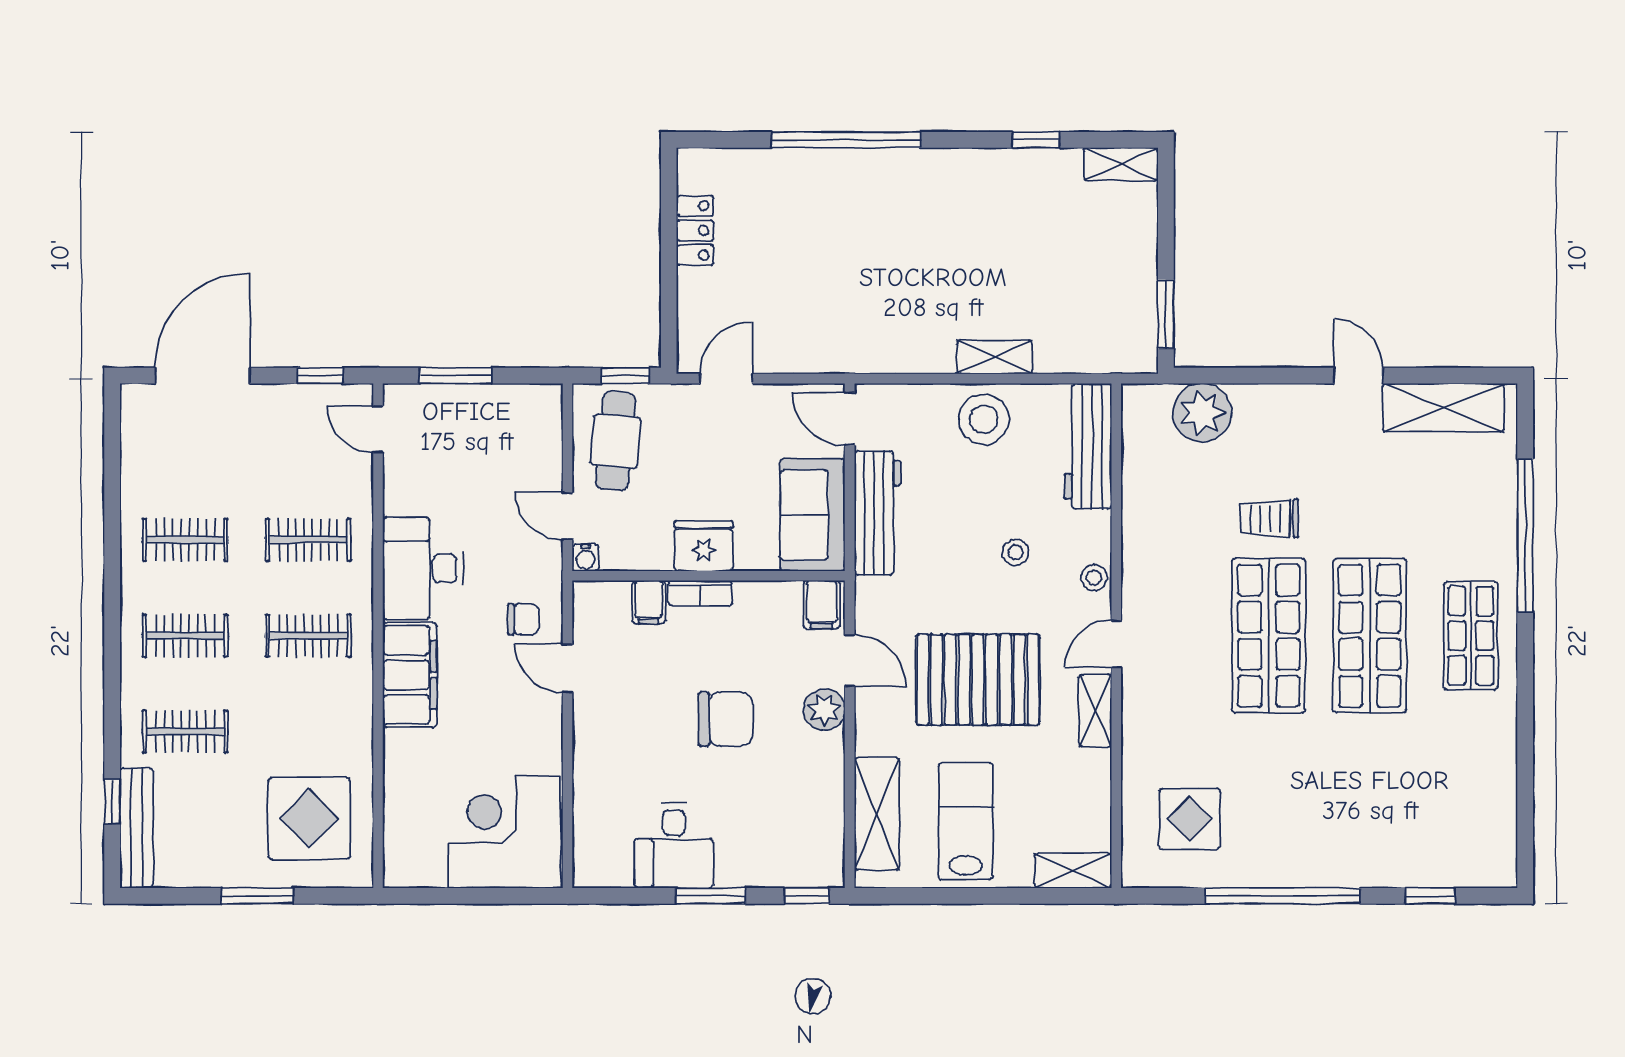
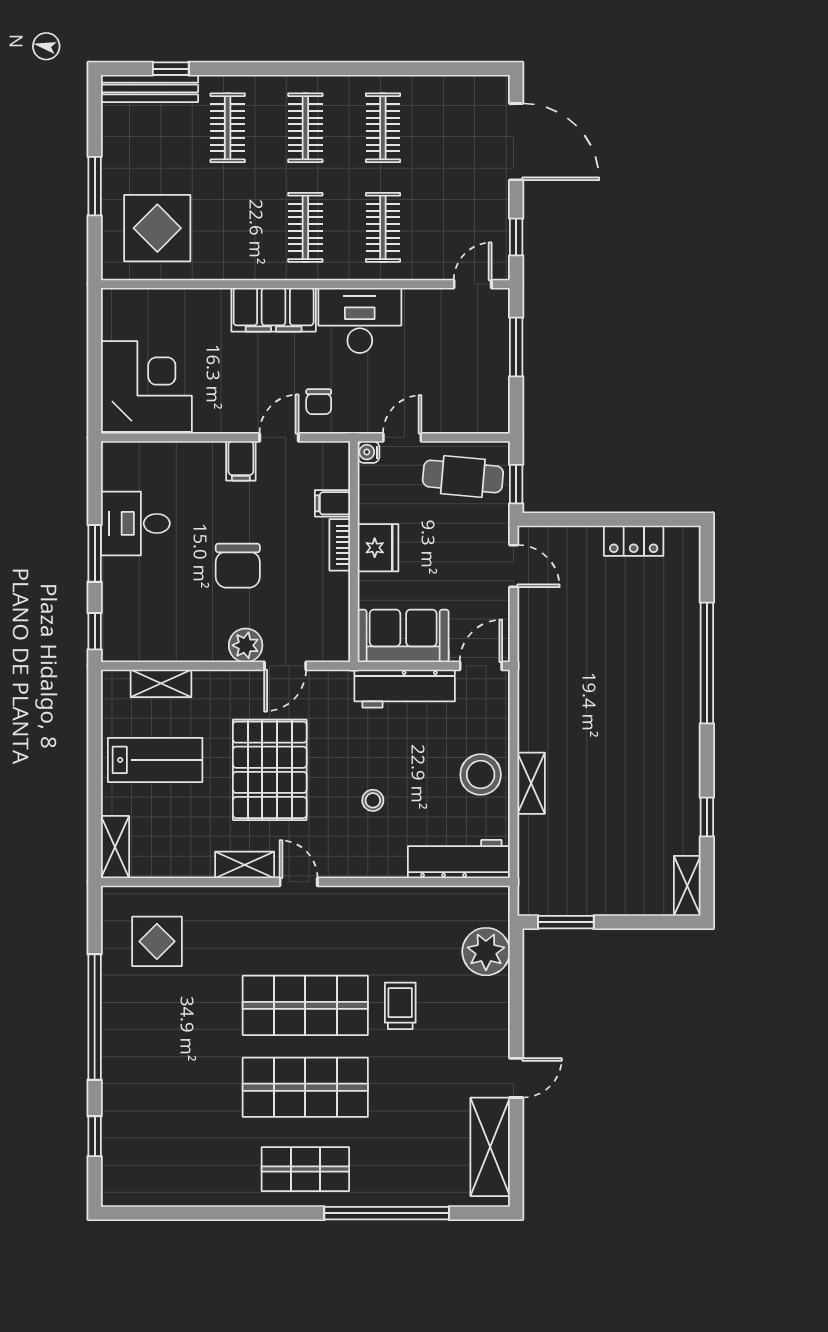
stool: (1094, 578) -> (352, 864), removed
filing cabinet: (822, 605) -> (241, 461), moved, turned -90
shelving: (877, 814) -> (161, 683), width x0.67, depth x0.75

